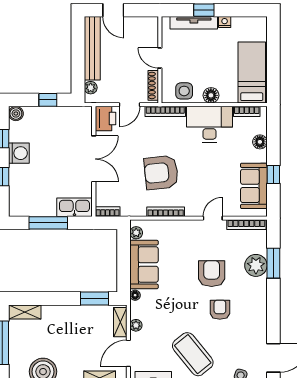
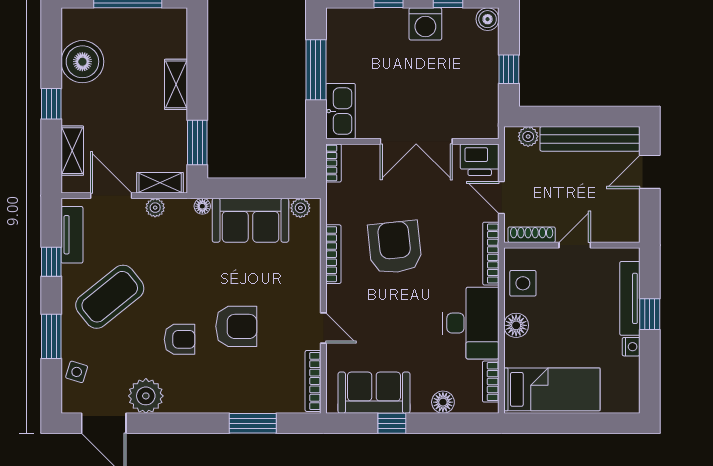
plant: (256, 265) -> (146, 396), moved
shelving: (25, 312) -> (176, 84), moved

